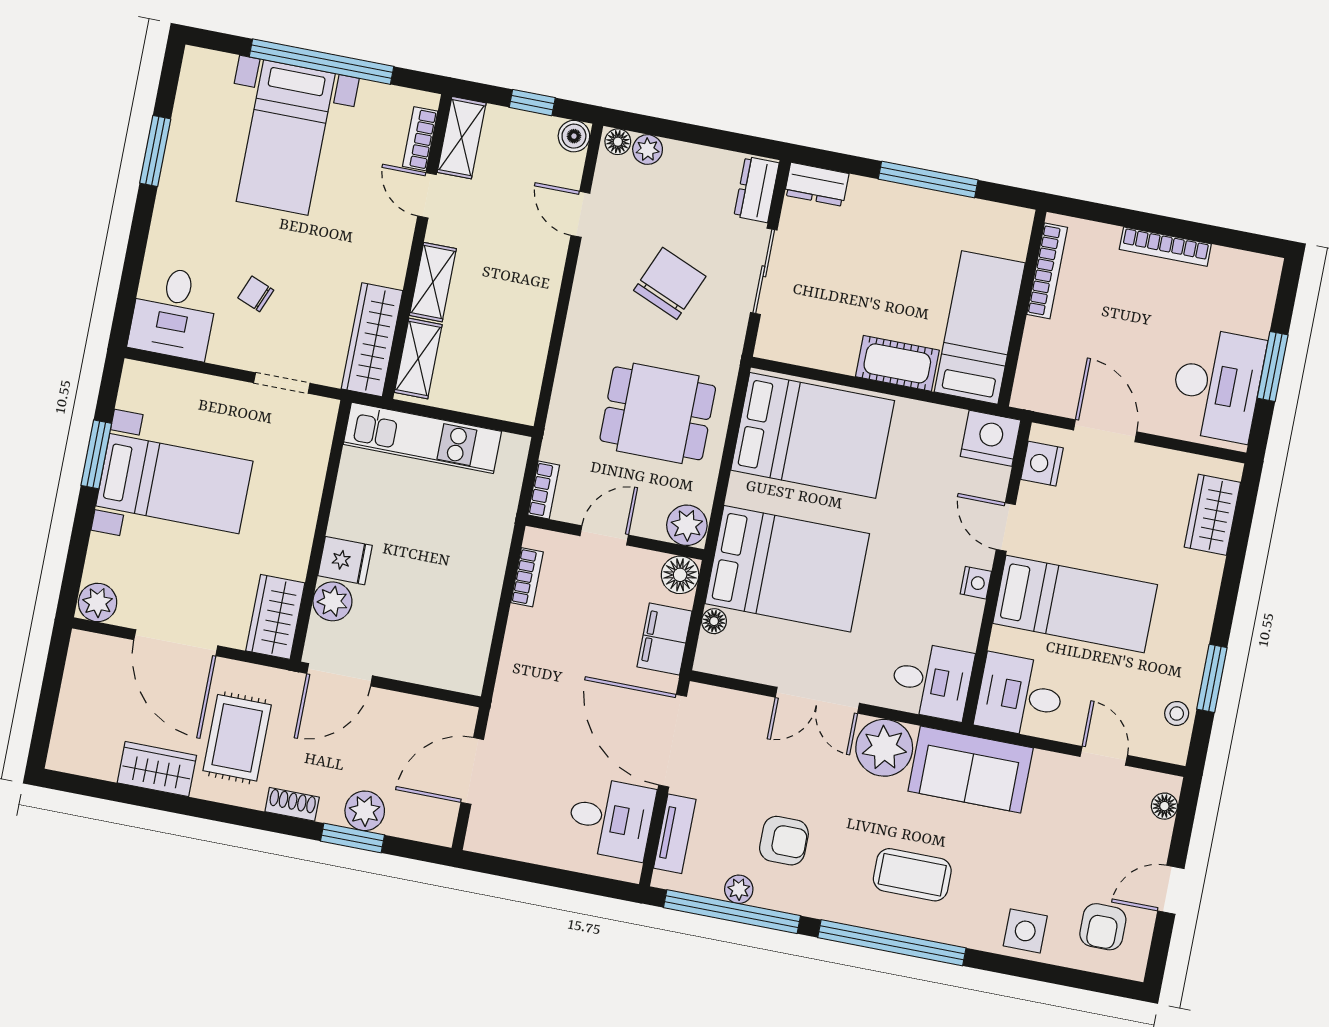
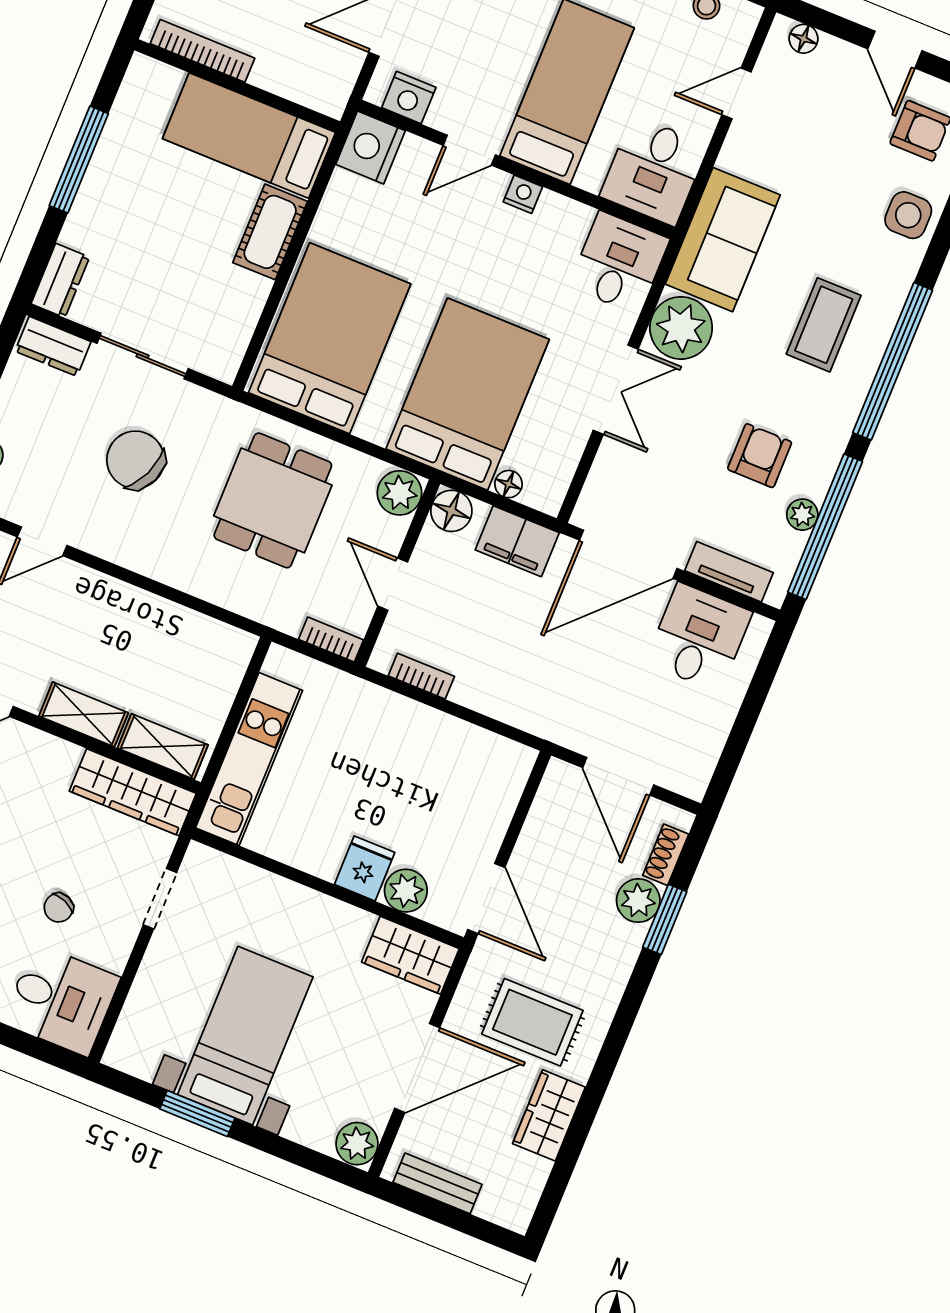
bench: (76, 681) -> (437, 1183), added
shoe rack: (292, 804) -> (666, 855), moved

